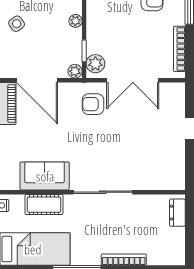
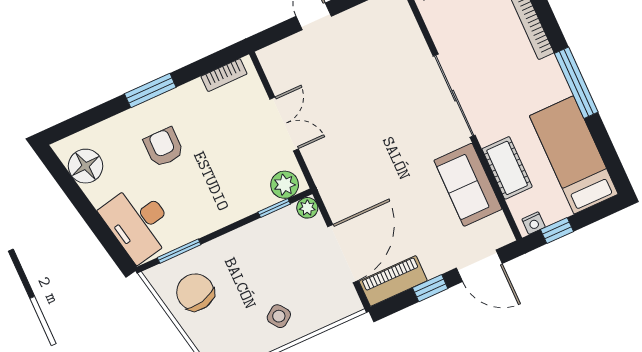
plant: (75, 21) -> (239, 238), removed
bookcase: (179, 49) -> (224, 75), width x0.64
double door: (133, 80) -> (284, 124), width x0.73
armchair: (93, 104) -> (341, 163), removed

